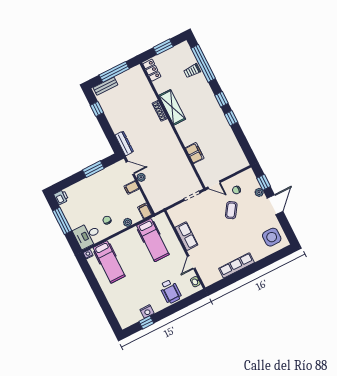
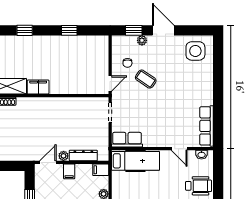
window: (231, 118) -> (69, 30), moved
dresser: (124, 143) -> (83, 155), moved
filing cabinet: (195, 153) -> (38, 87), moved
row of seats: (186, 236) -> (127, 140), moved
hospital bed: (153, 240) -> (135, 161), moved
row of seats: (237, 265) -> (206, 126), moved

